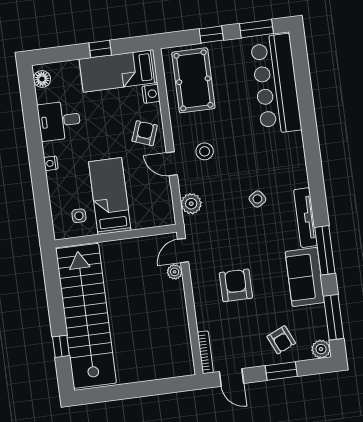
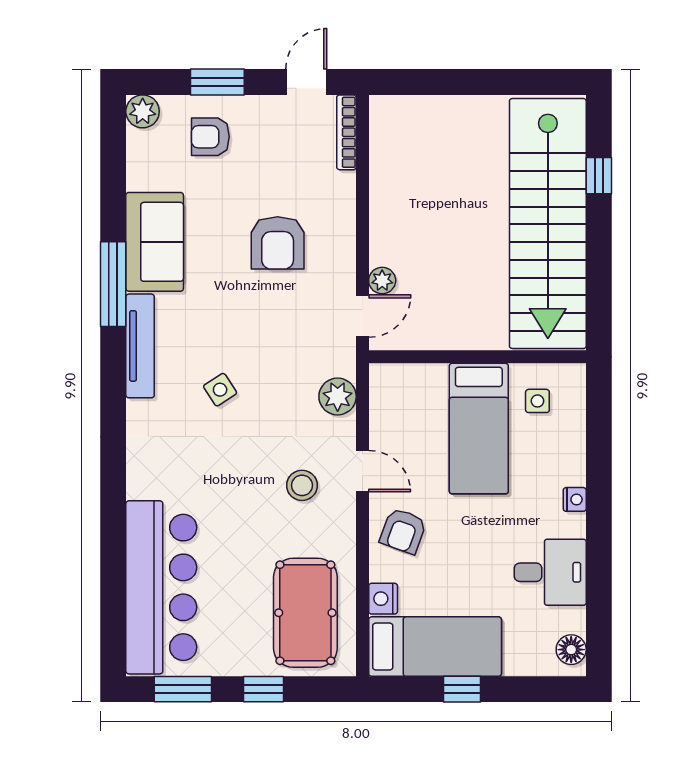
window: (334, 317) -> (113, 165), removed
armchair: (281, 340) -> (210, 137), turned -66
door: (232, 377) -> (306, 82), hinge flipped

